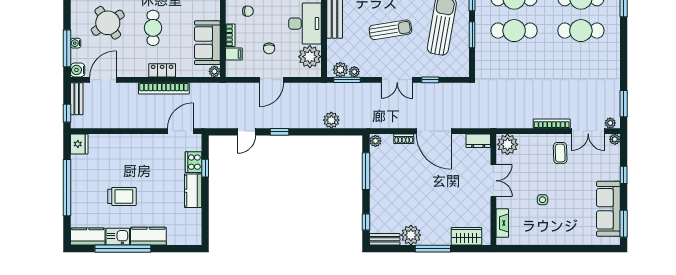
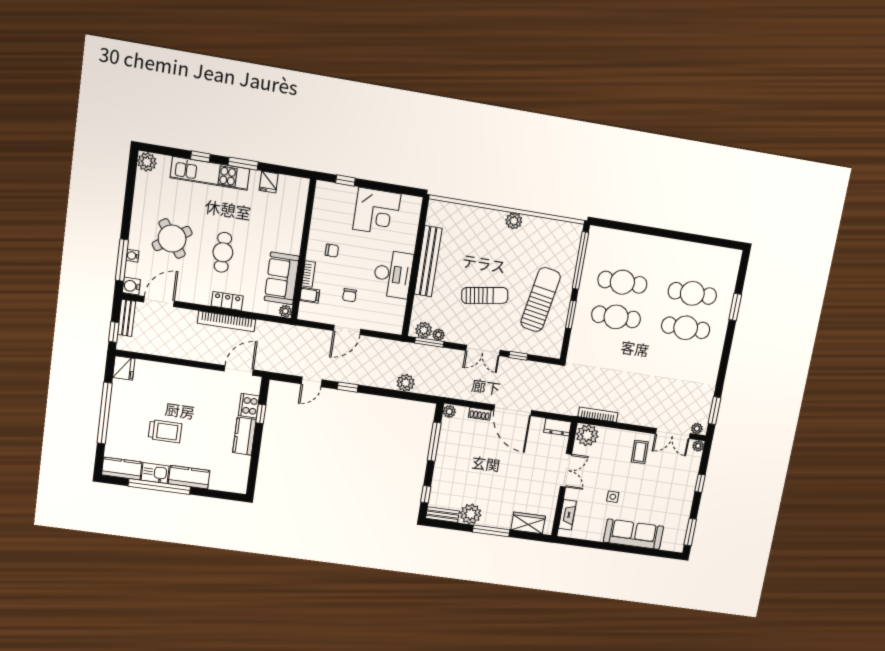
plant: (310, 57) -> (393, 311), removed
bookcase: (552, 124) -> (598, 415), moved
sofa: (608, 209) -> (633, 534), moved, turned 90

